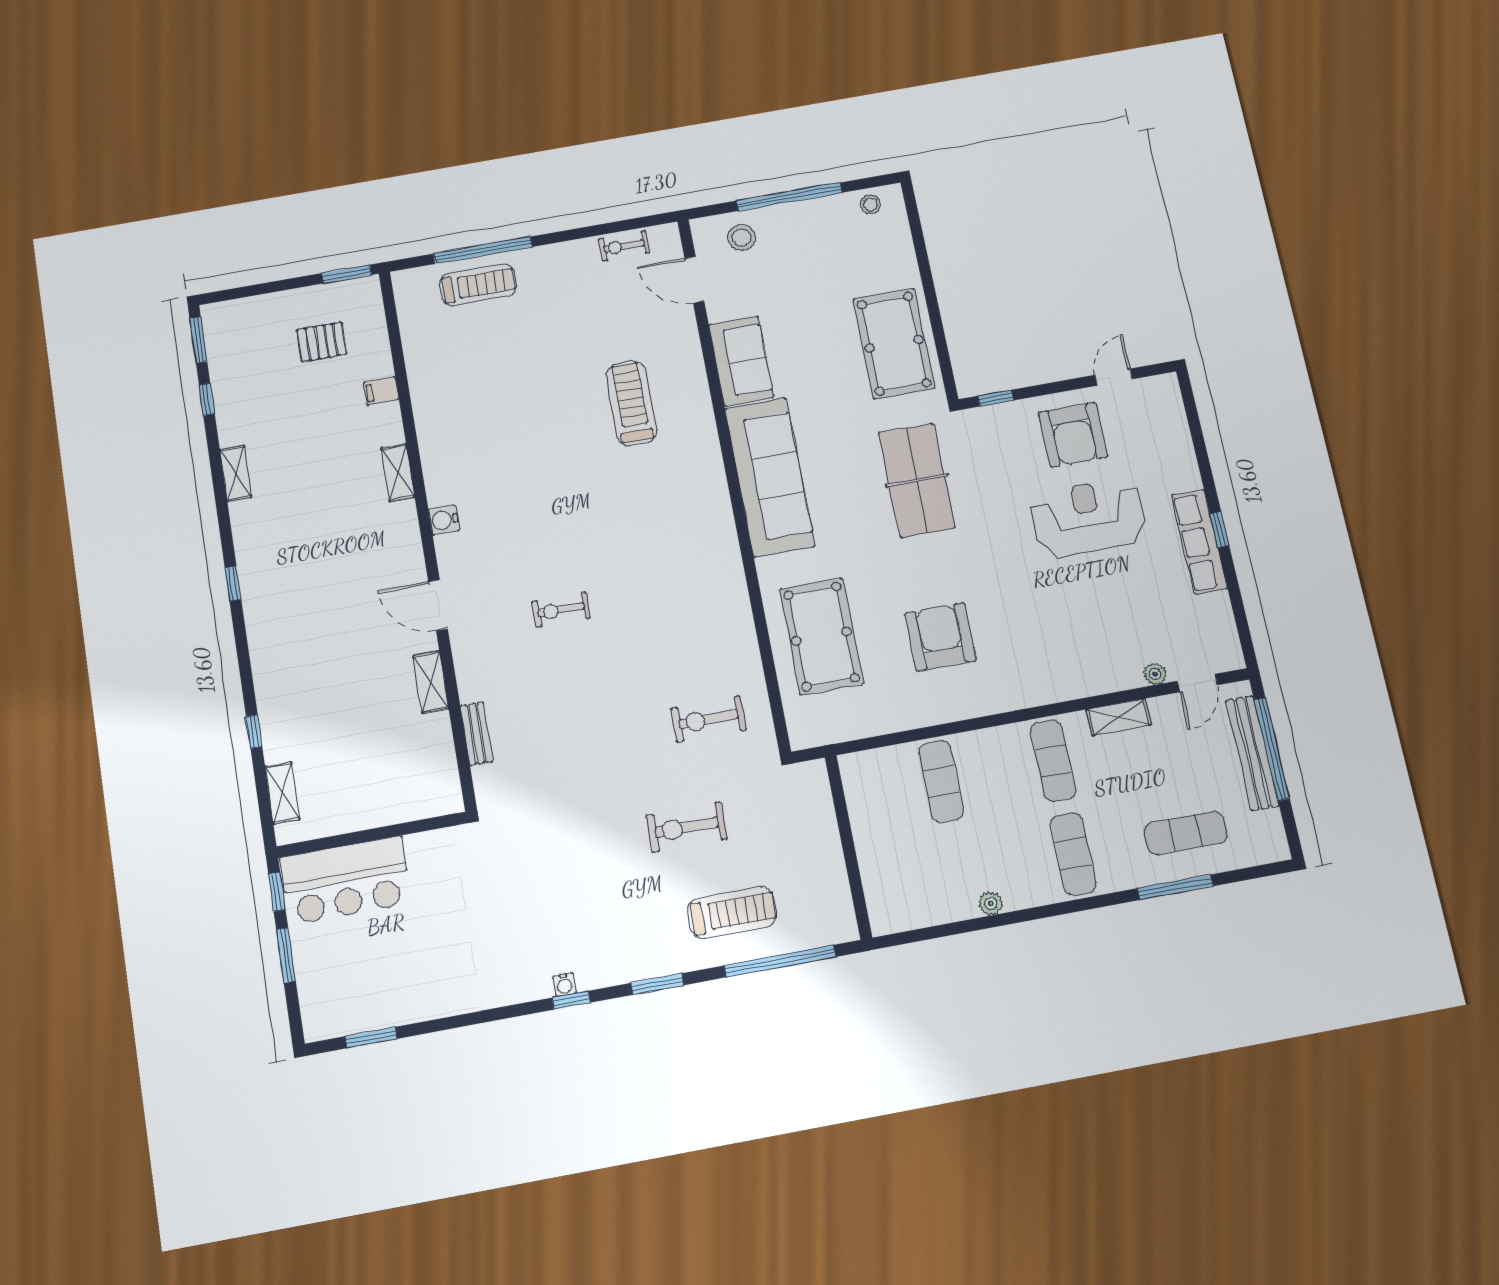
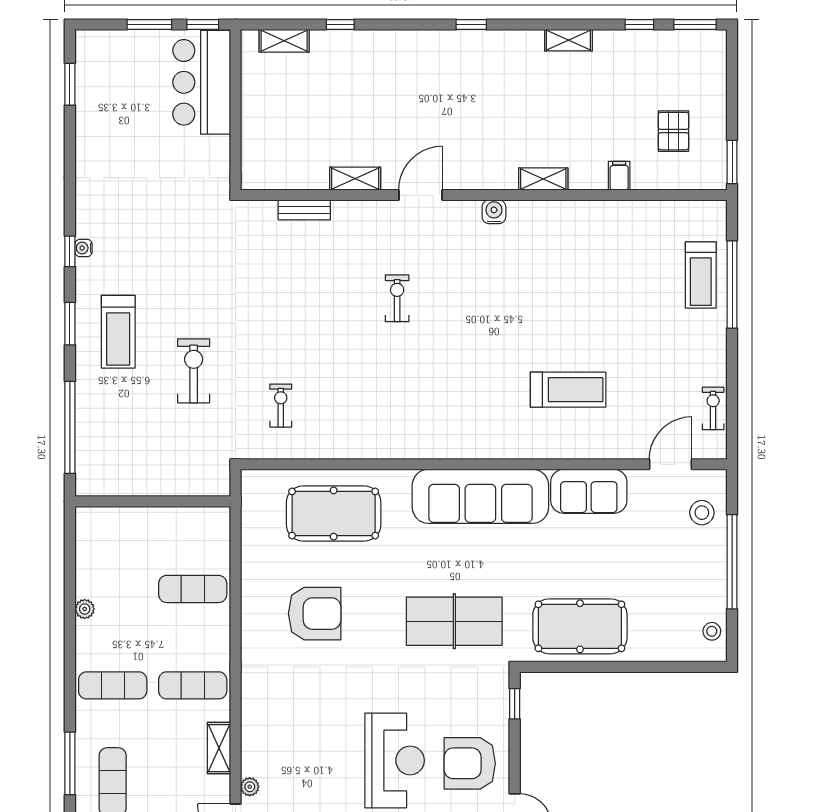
exercise bike: (708, 719) -> (281, 406), width x0.73, depth x0.72
treadmill: (732, 913) -> (118, 332), moved

